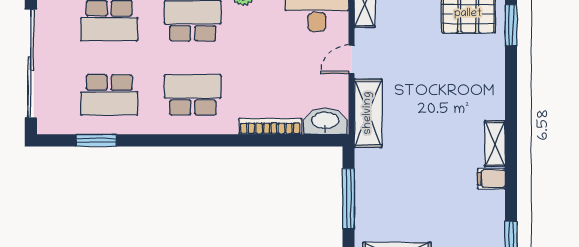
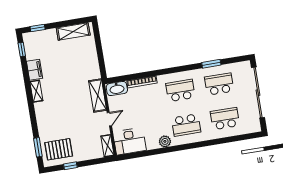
school desk: (193, 95) -> (180, 90), turned 180
window: (96, 140) -> (211, 64), moved
filing cabinet: (491, 179) -> (34, 70), width x2.00
window: (348, 199) -> (100, 54), removed

